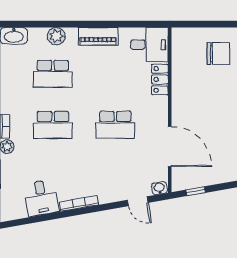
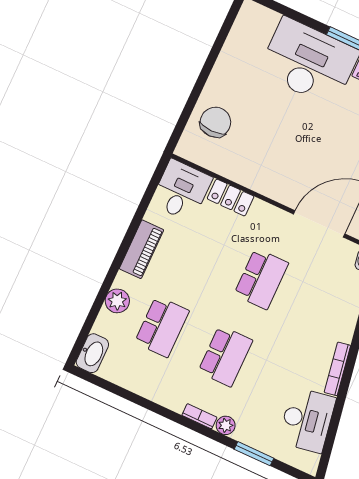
chair: (218, 53) -> (215, 122), moved
desk: (41, 198) -> (307, 420), width x1.37

